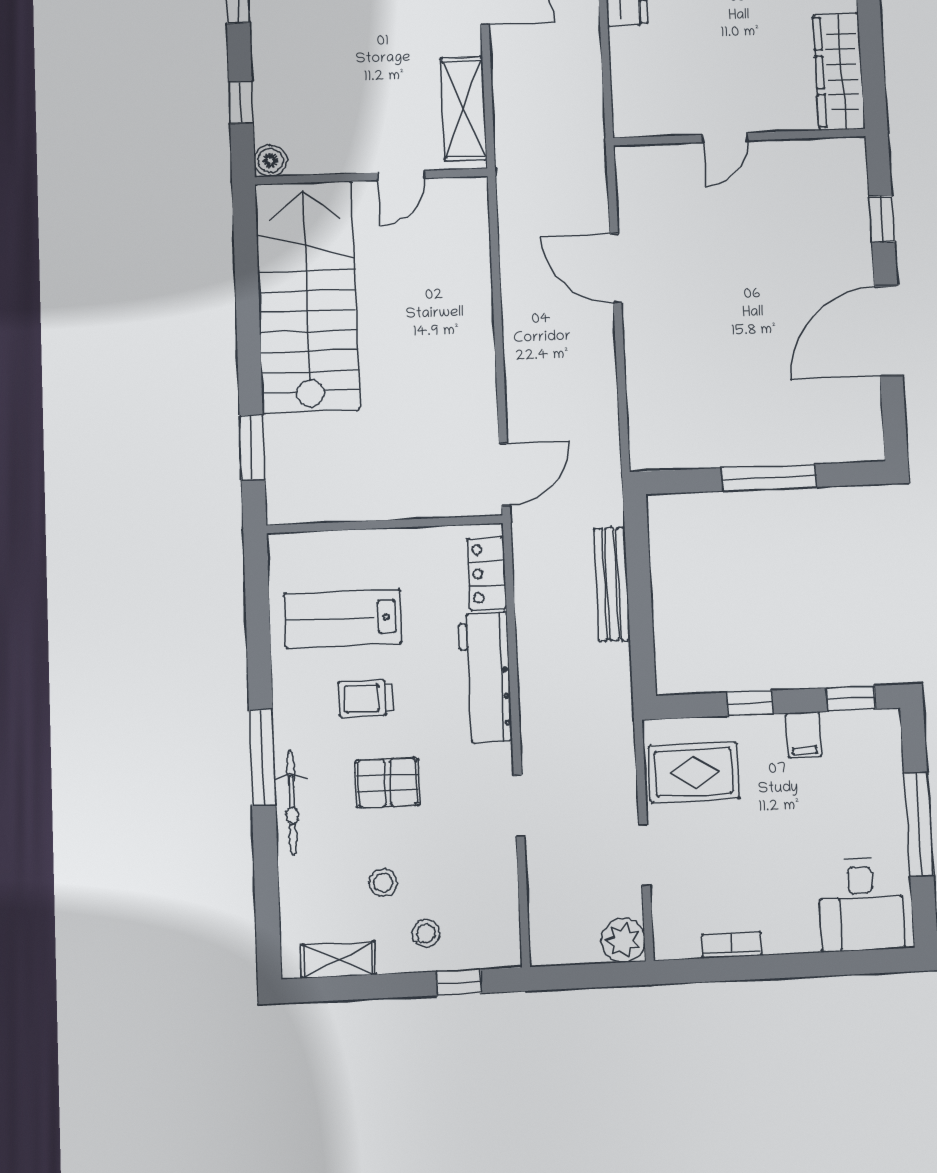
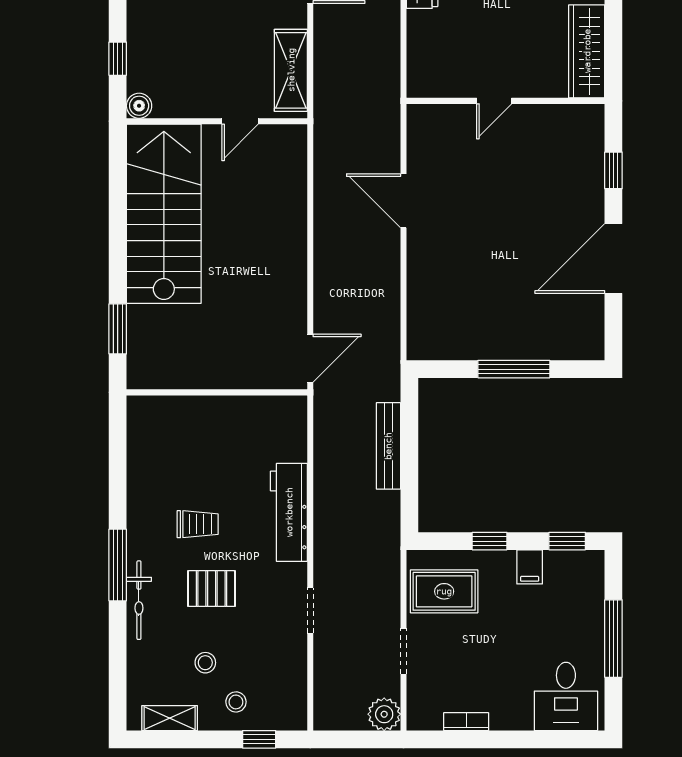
locker: (487, 574) -> (293, 434), removed
lab bench: (343, 618) -> (183, 463), removed
trolley: (366, 698) -> (198, 524), turned 180

